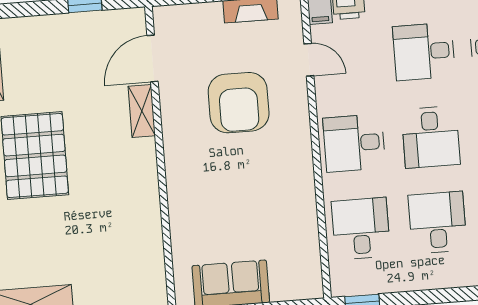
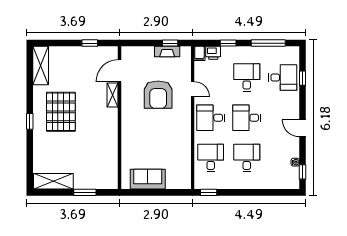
desk: (424, 51) -> (247, 77), turned 90
door: (309, 60) -> (193, 89), moved
desk: (431, 137) -> (247, 118), turned 90

